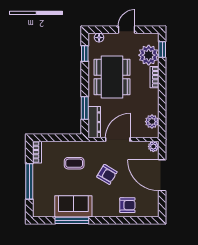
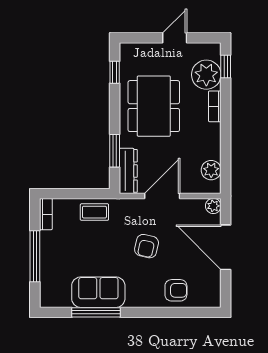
floor lamp: (99, 38) -> (135, 49), removed
coffee table: (74, 163) -> (94, 212), moved
armchair: (107, 174) -> (147, 246), turned 72

